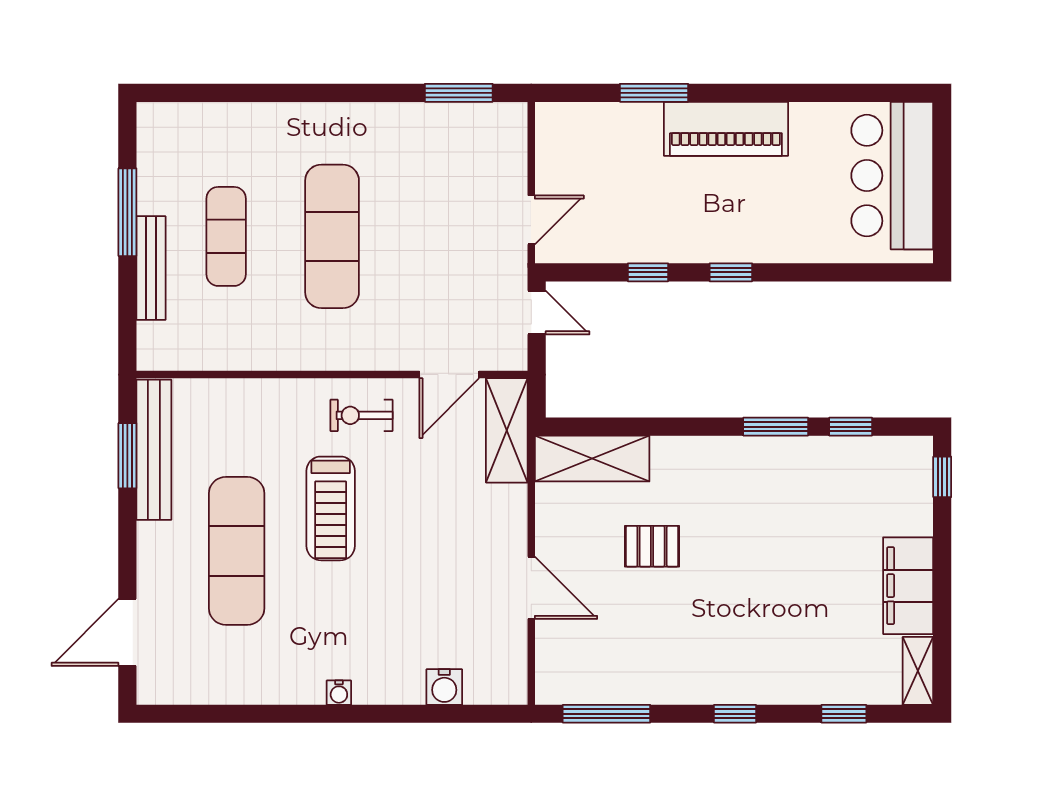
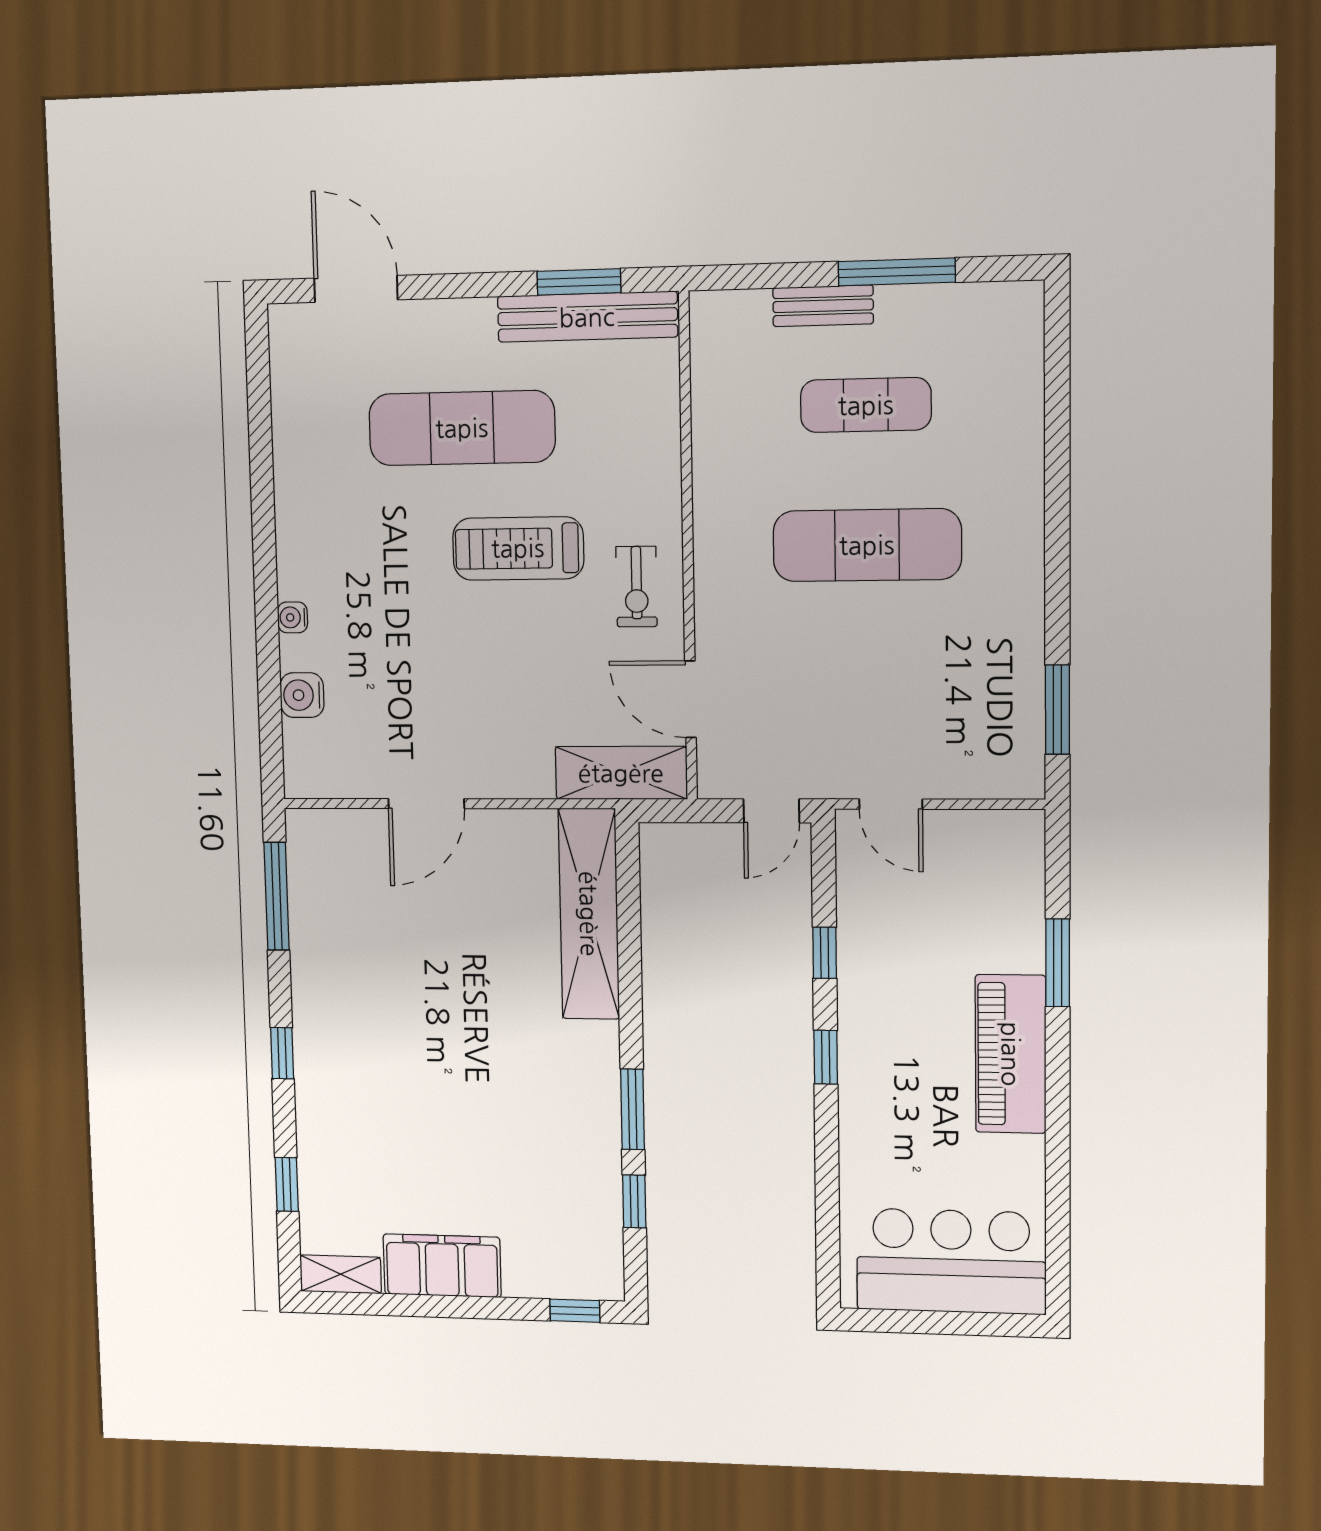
bench: (151, 268) -> (823, 306), width x0.73
exercise bike: (361, 415) -> (637, 587), turned 180
shelving: (592, 459) -> (589, 914), width x1.47
pallet: (652, 546) -> (481, 954), removed
water cooler: (339, 693) -> (292, 617), moved

